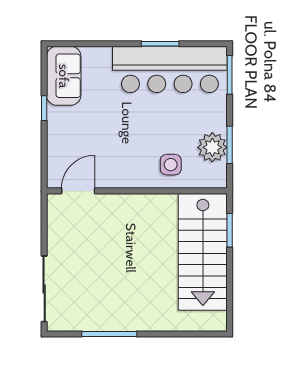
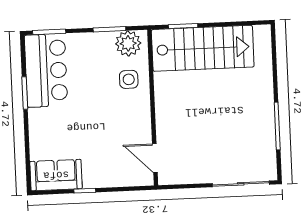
bar counter: (170, 69) -> (46, 70), width x0.73
plant: (212, 147) -> (128, 43), moved

